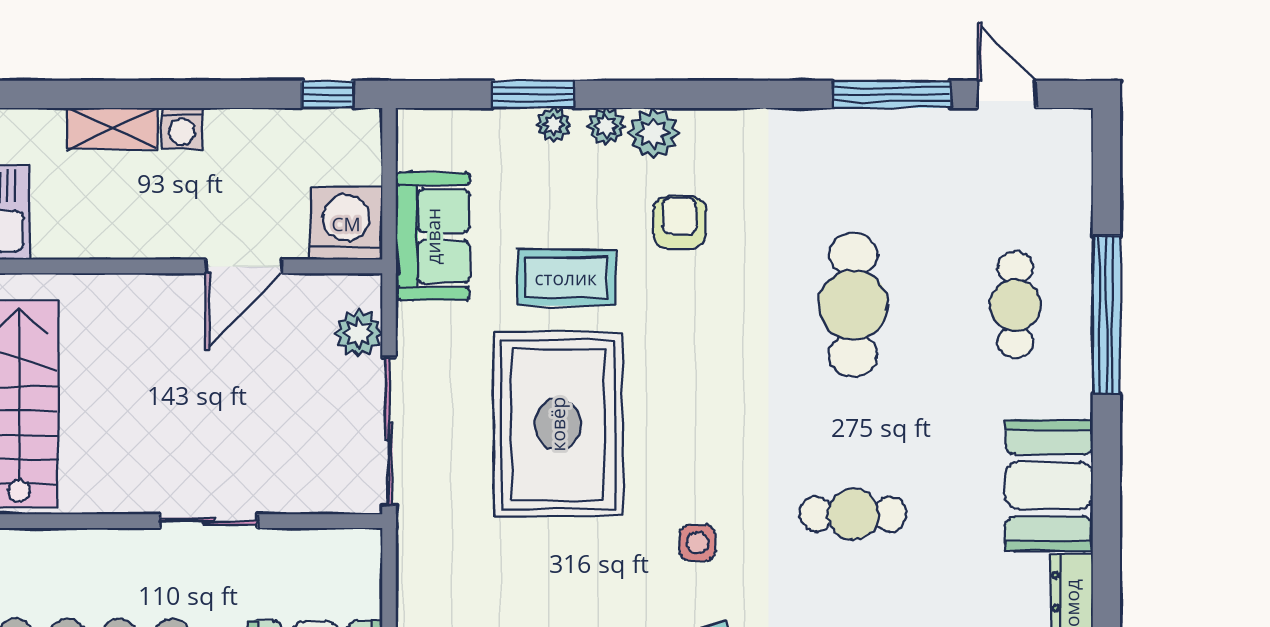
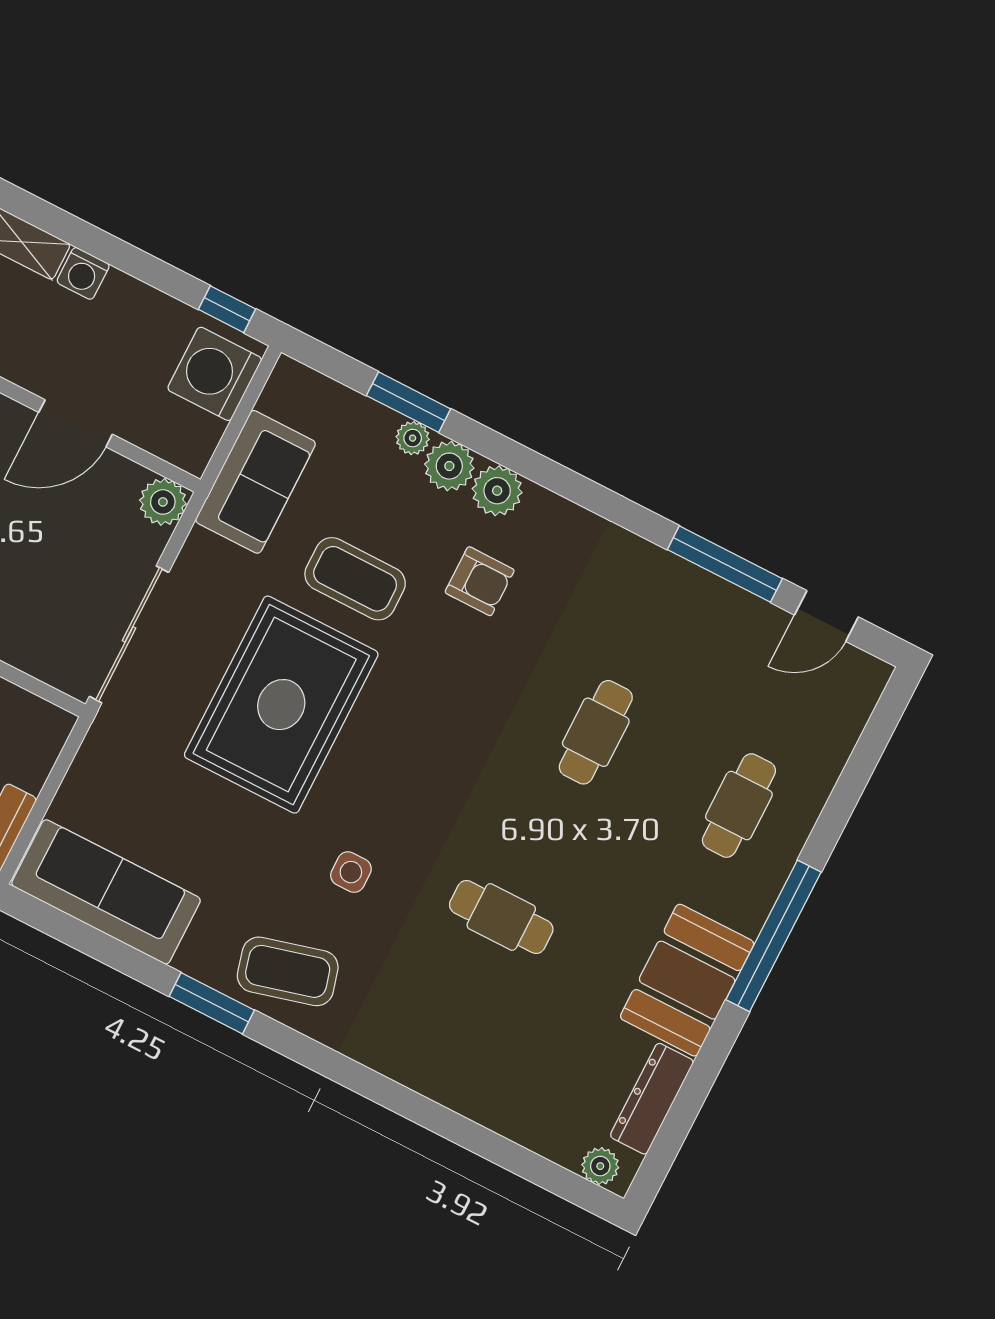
door: (1007, 94) -> (826, 616), swing flipped
plant: (606, 126) -> (449, 466), width x1.38, depth x1.38
armchair: (679, 222) -> (480, 581), turned 90
washing machine: (346, 224) -> (215, 374), moved, turned -90
cafe table: (853, 305) -> (596, 732), width x0.73, depth x0.74
window: (1106, 315) -> (774, 936), moved
plant: (359, 333) -> (163, 502), moved

